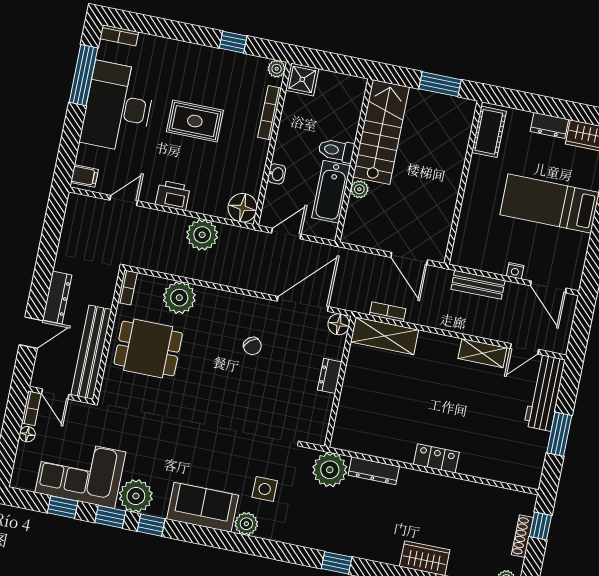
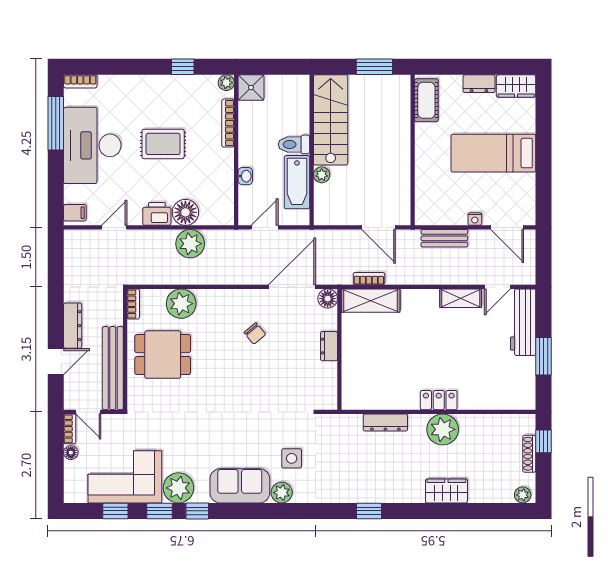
floor lamp: (243, 208) -> (185, 212), moved
plant: (330, 470) -> (443, 429), moved

